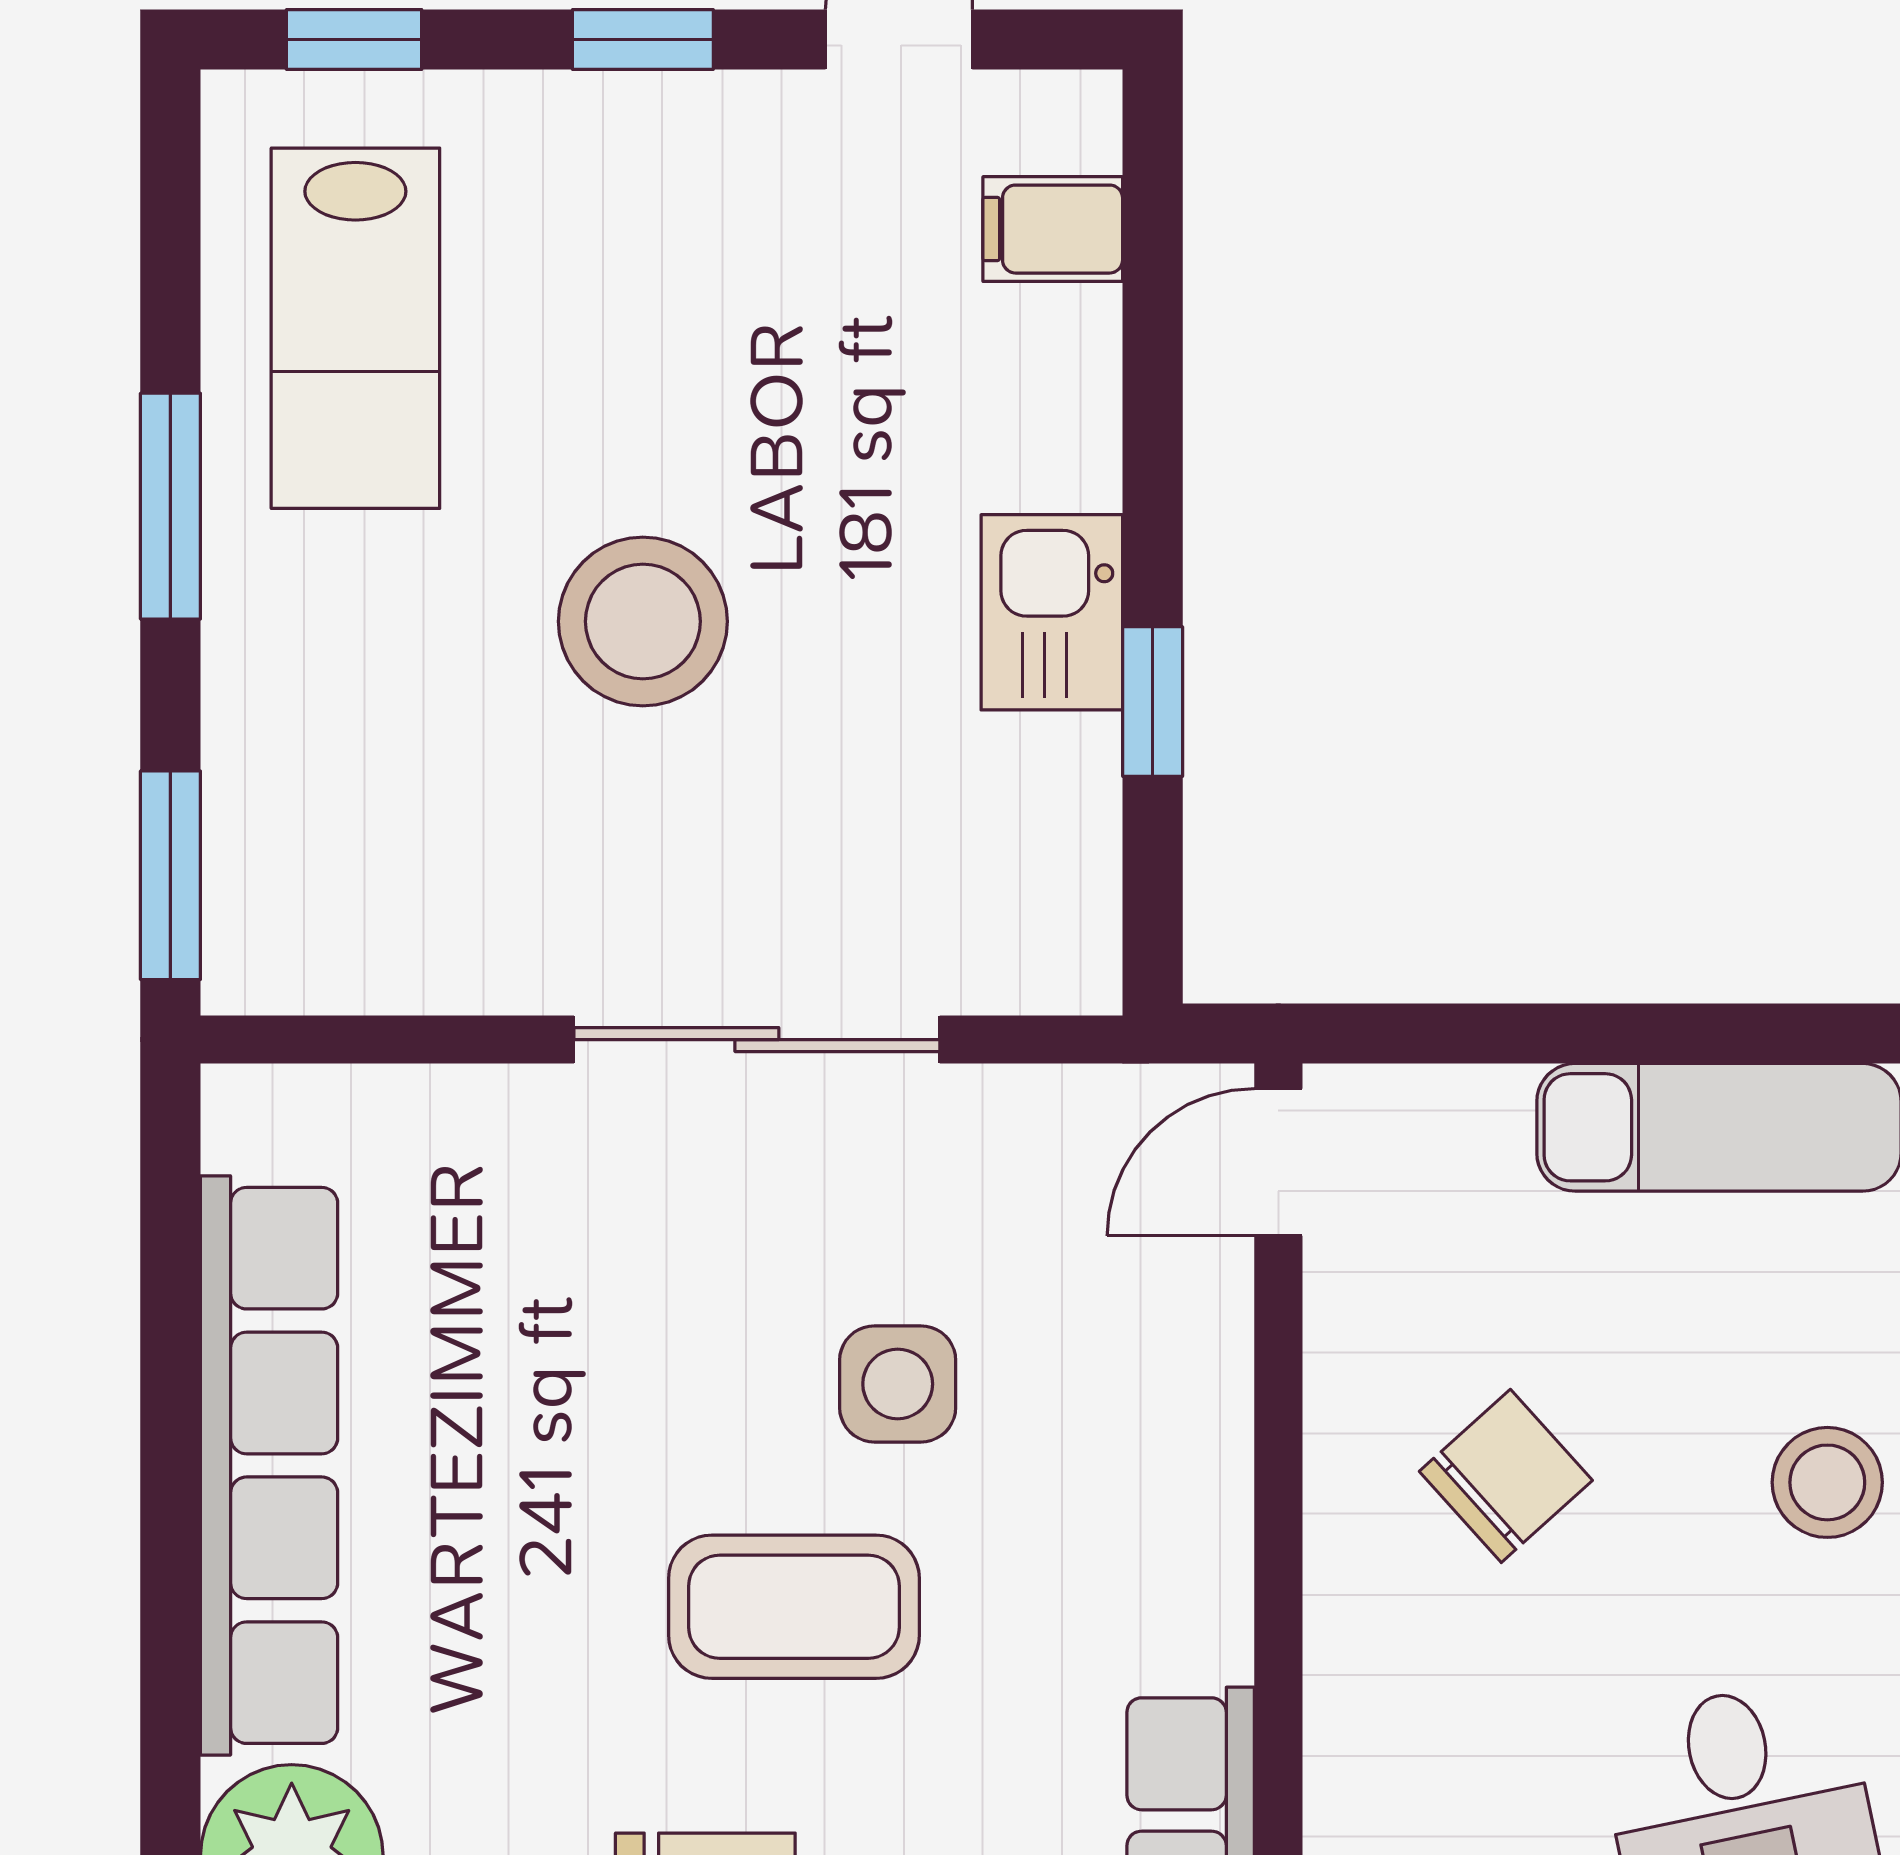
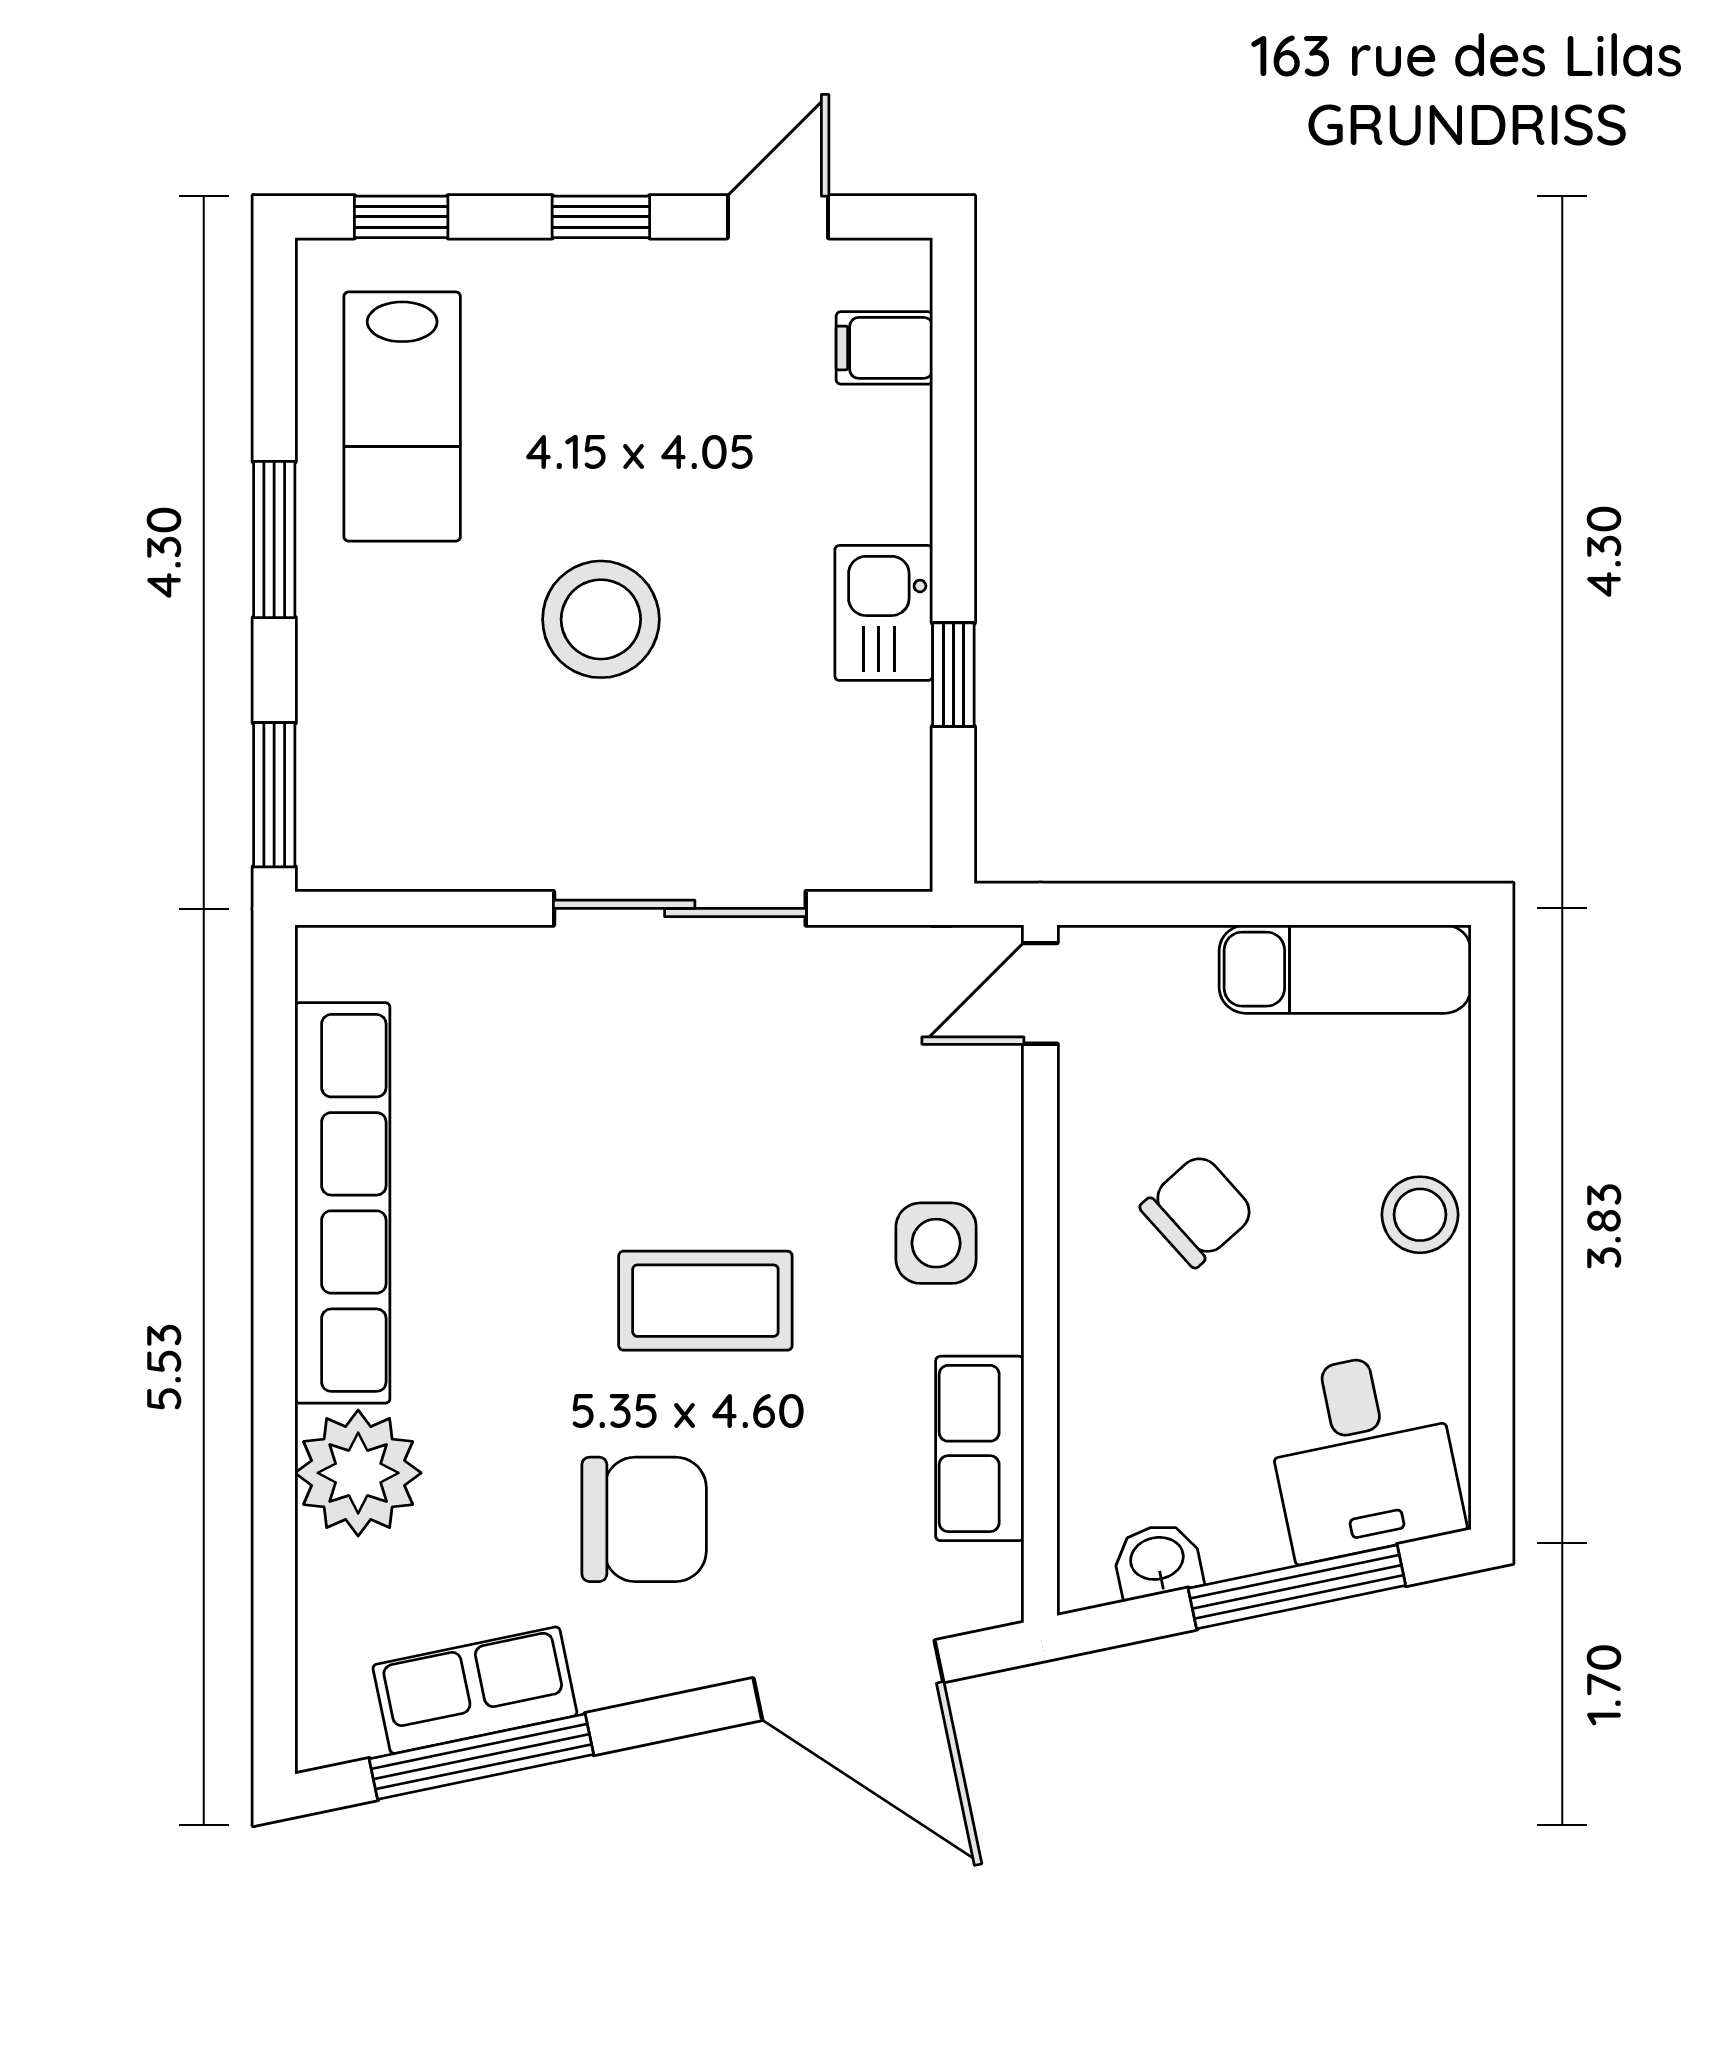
side table: (898, 1384) -> (936, 1243), moved

